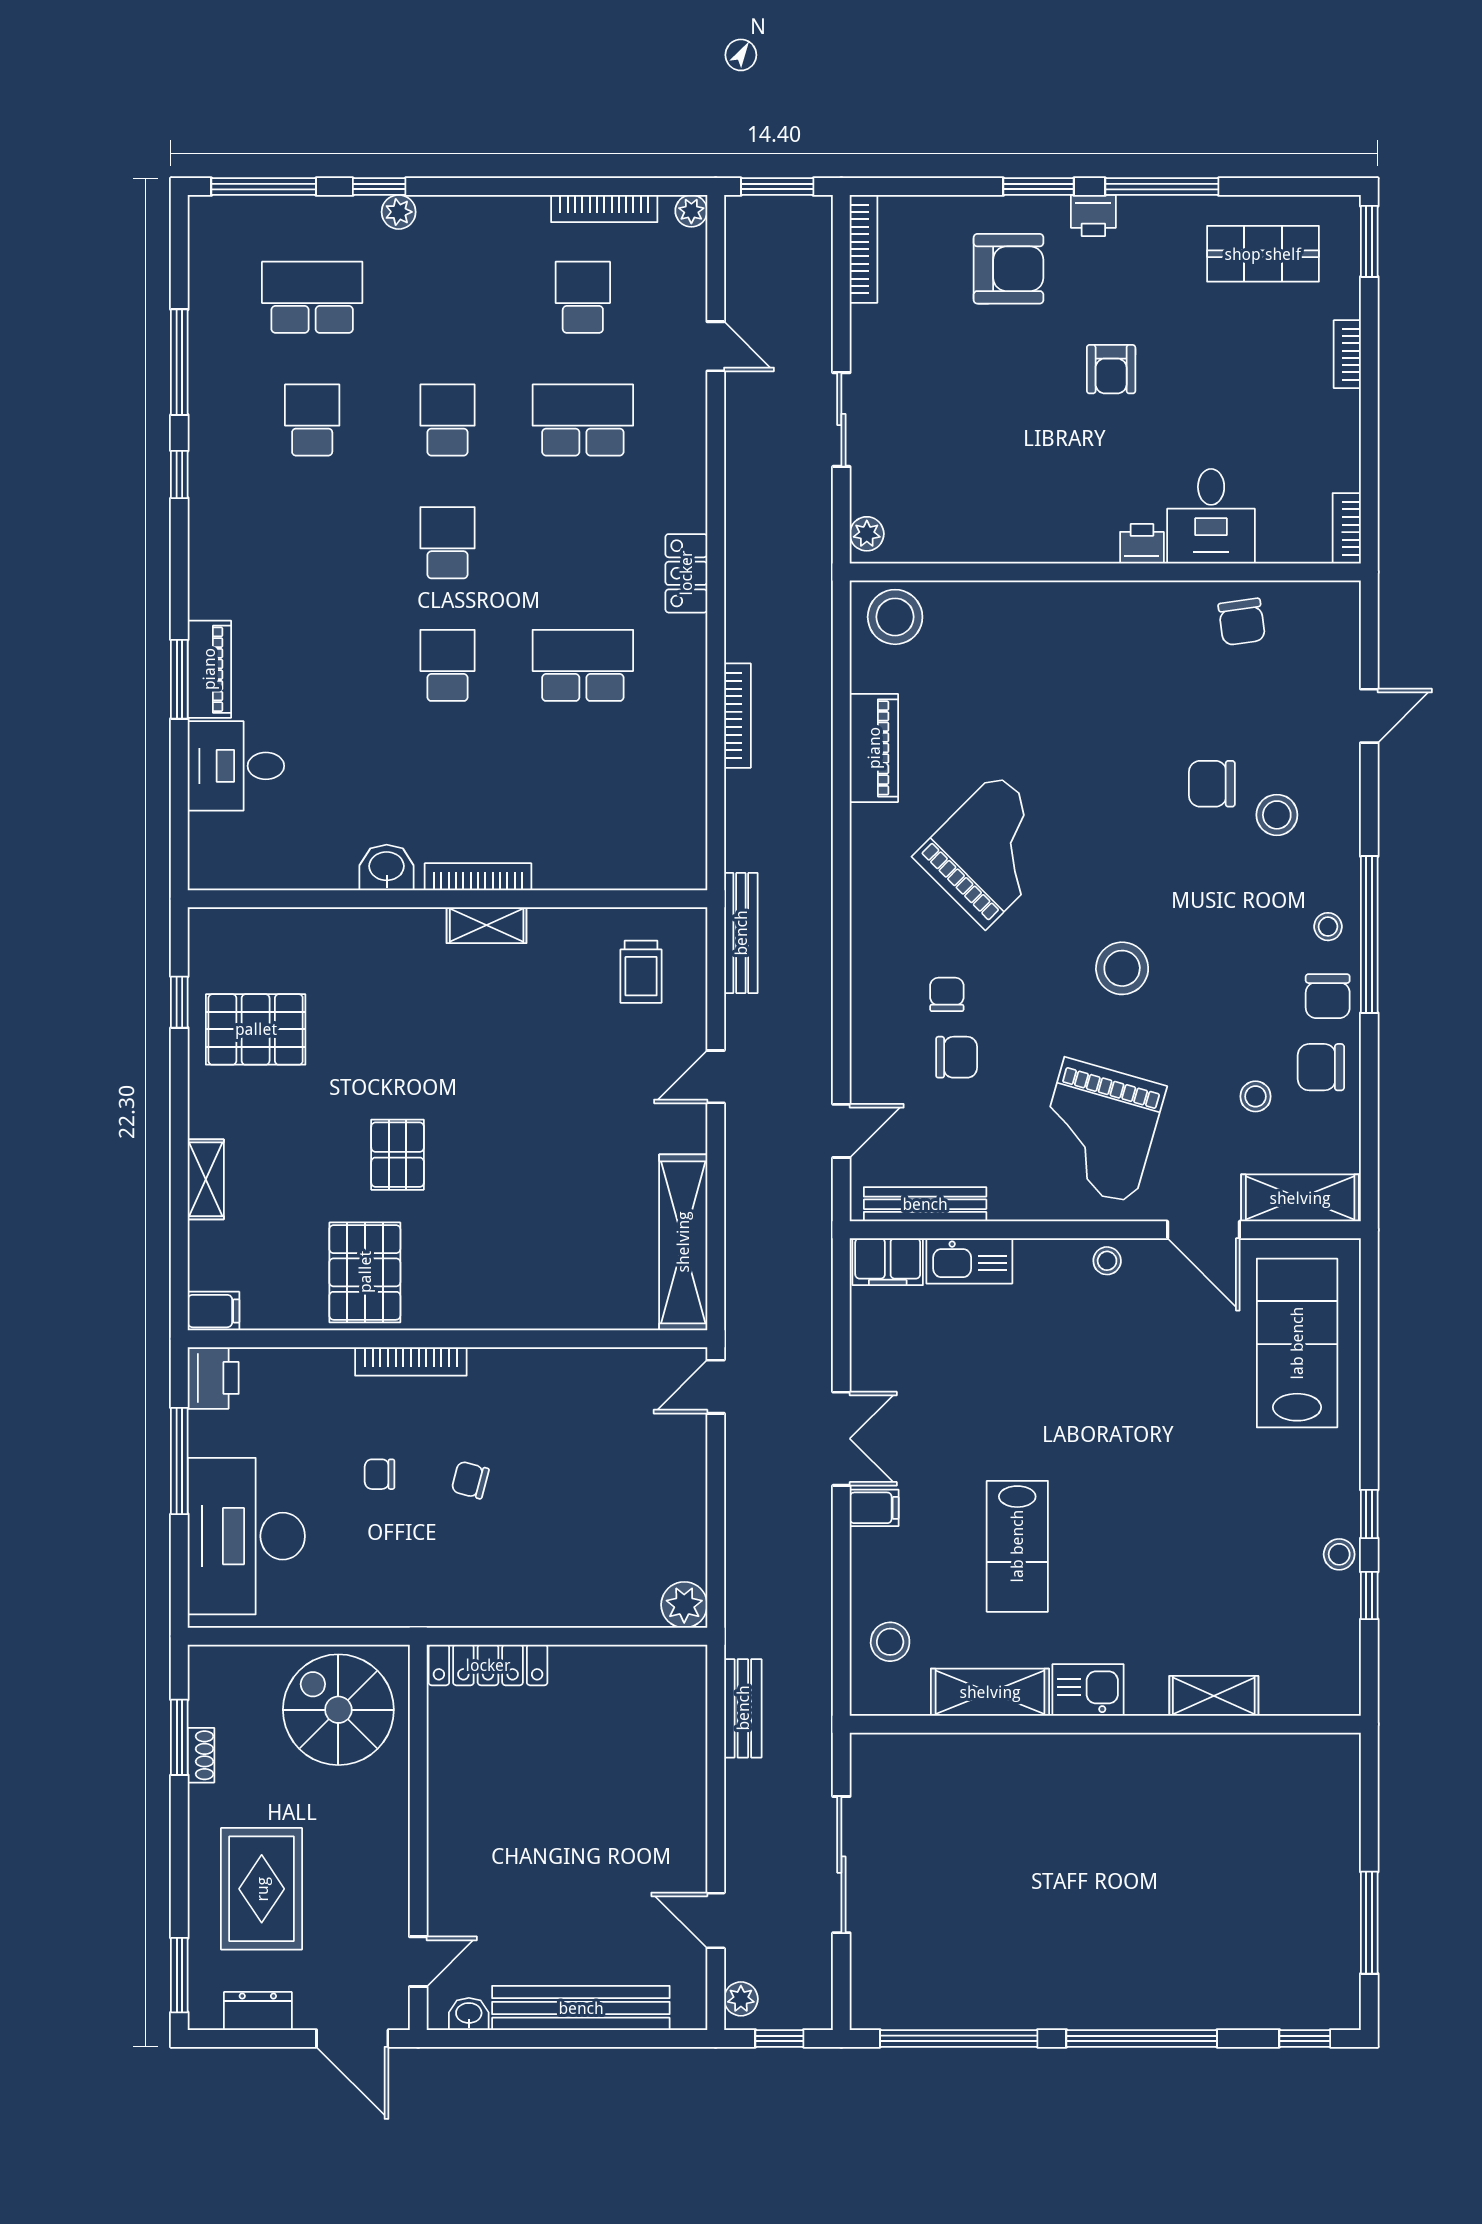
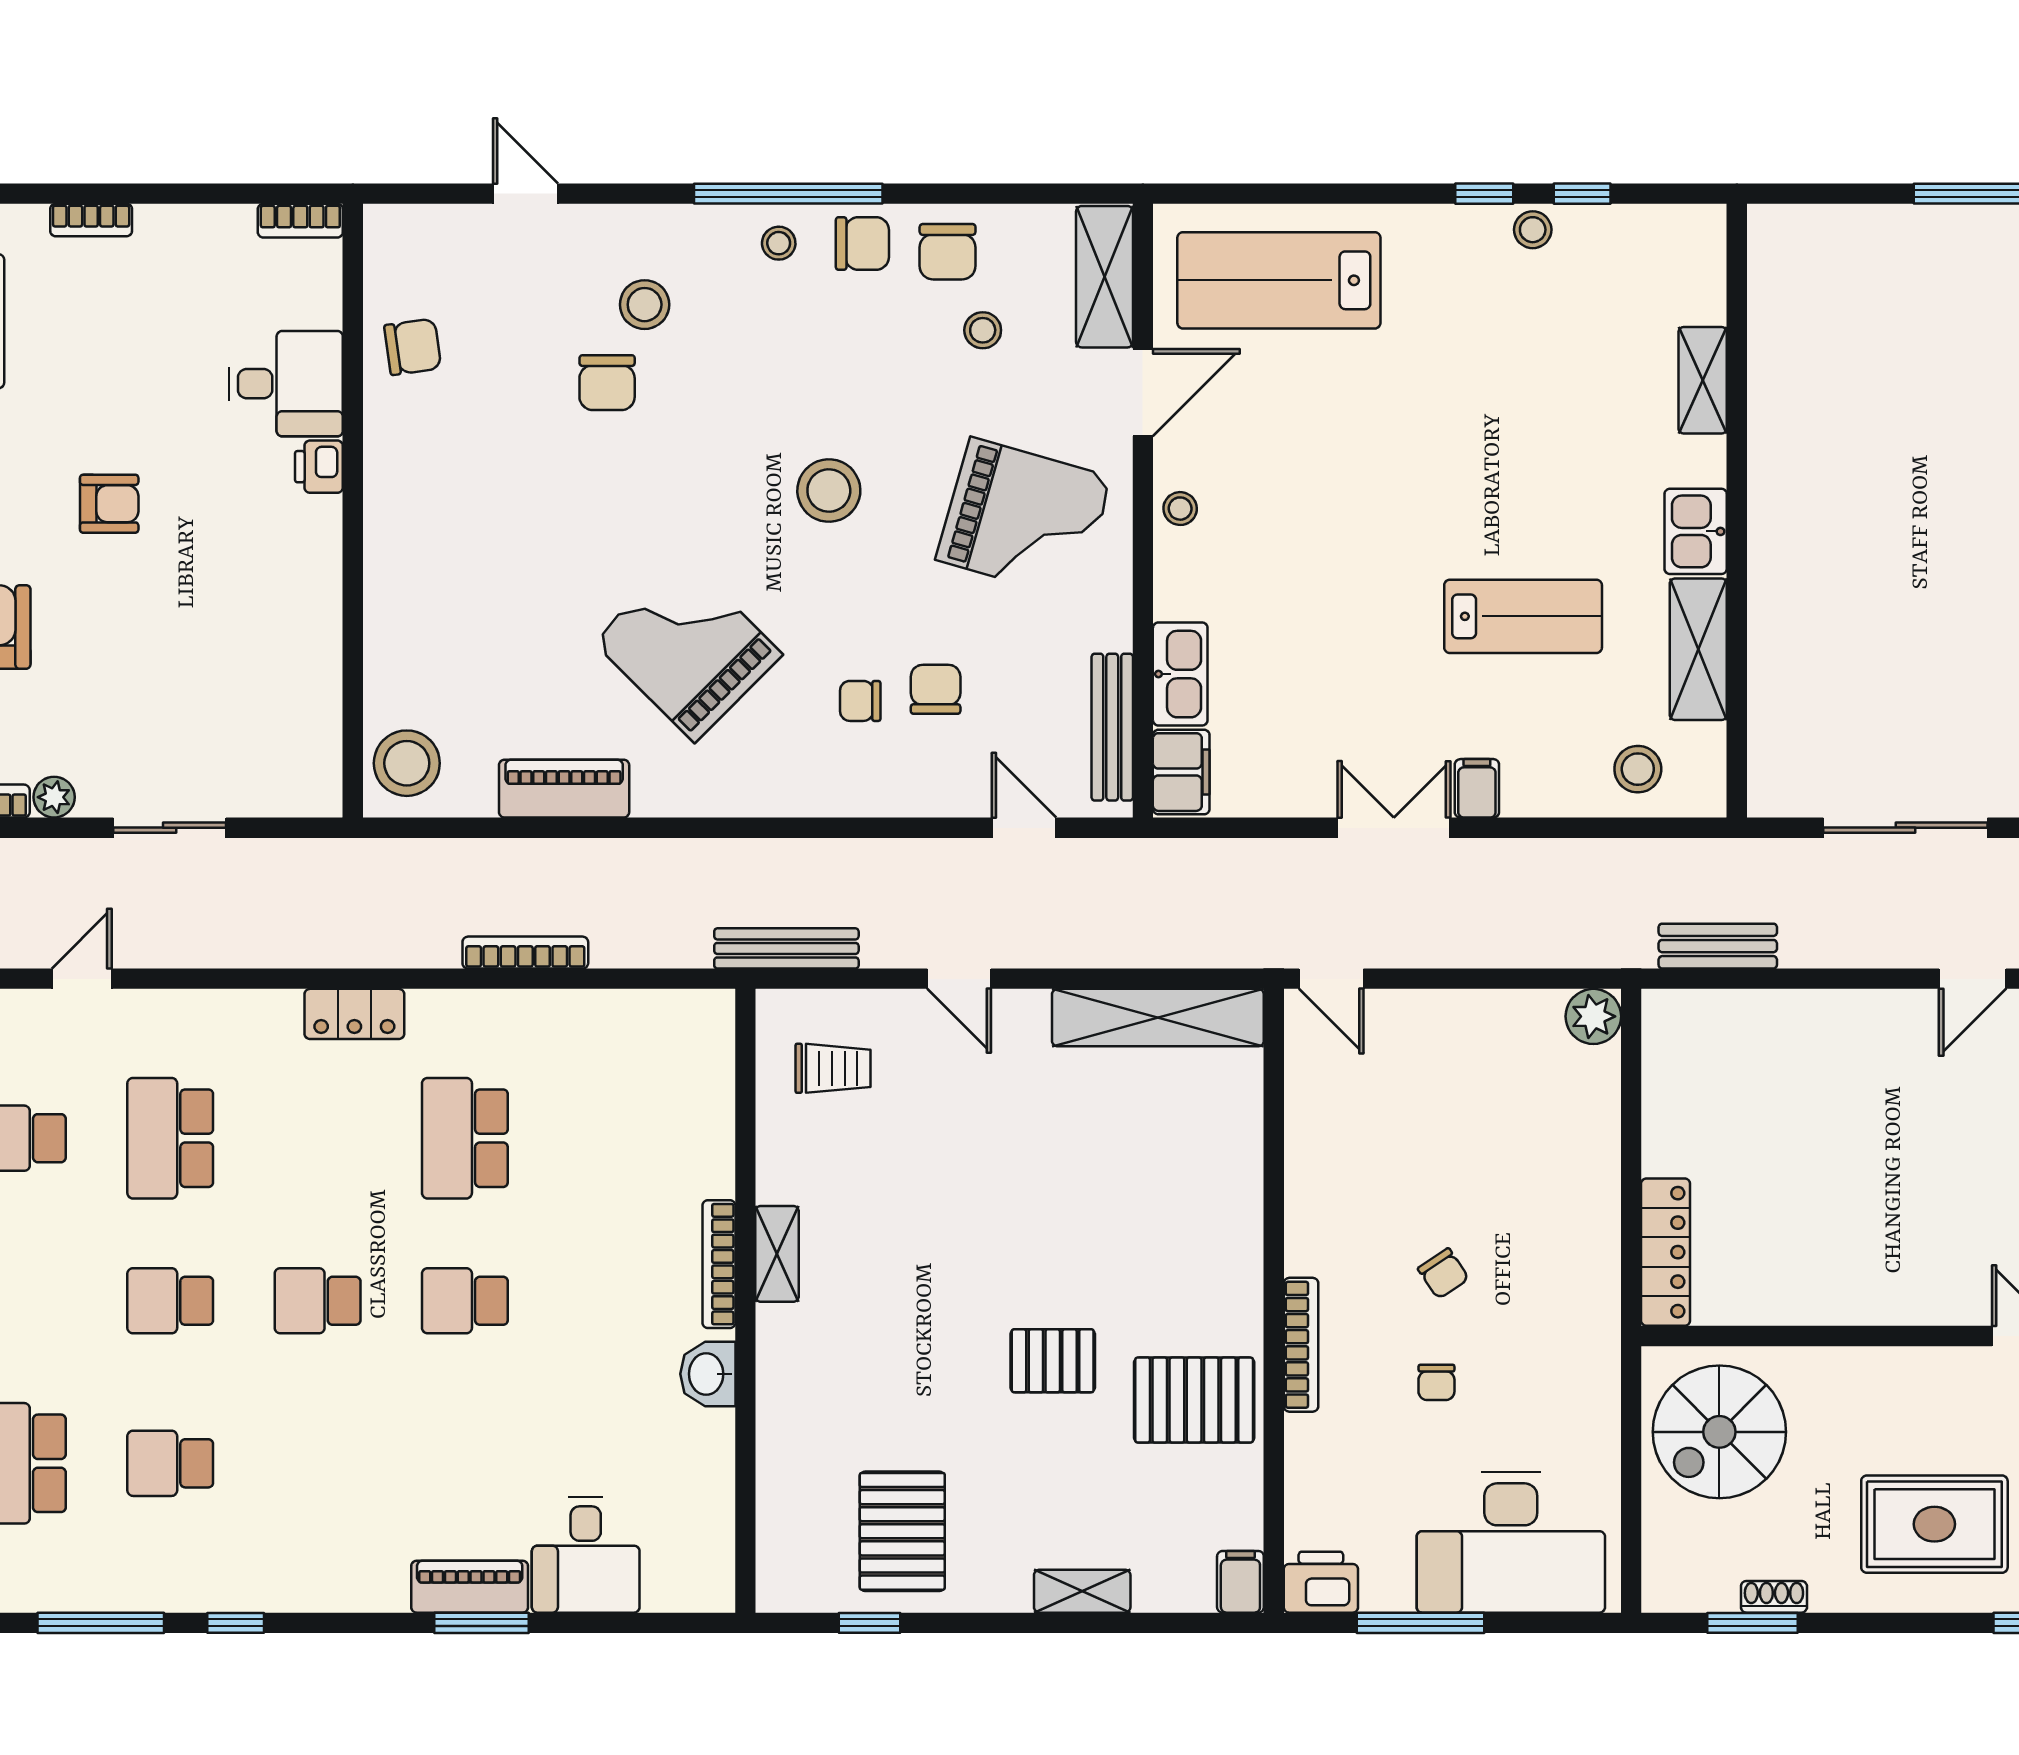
plant: (867, 534) -> (54, 797), moved
chair: (470, 1480) -> (1443, 1274), turned -49

